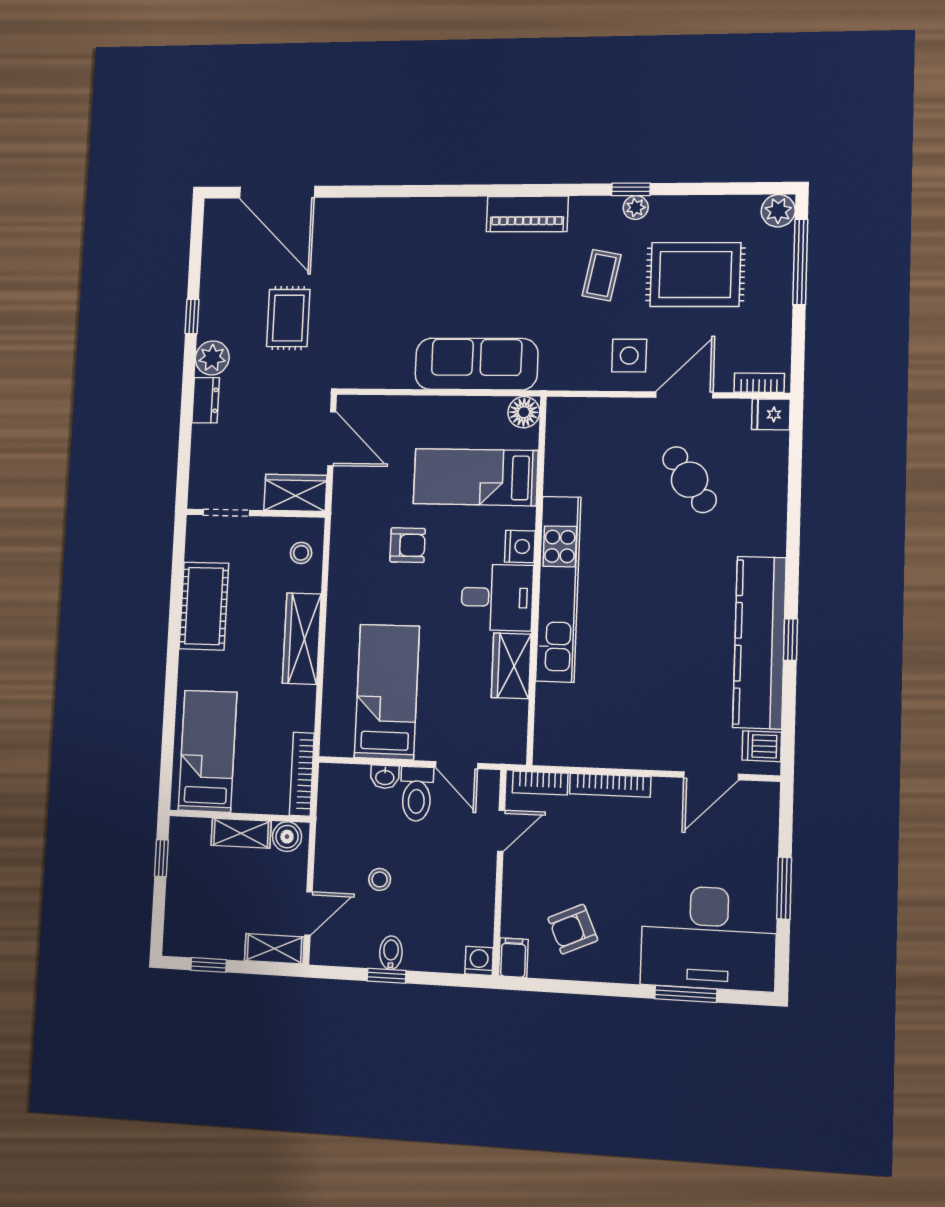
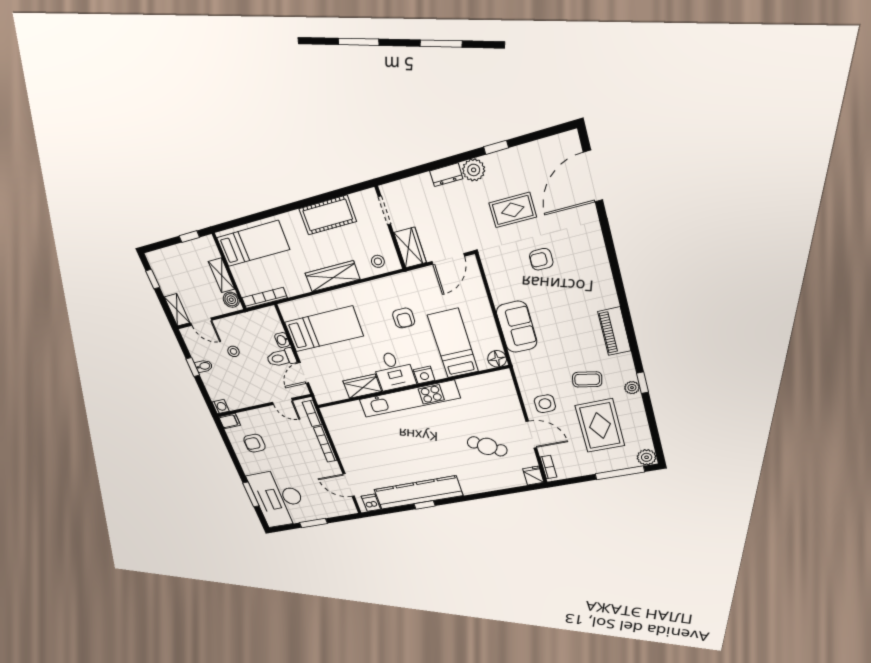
armchair: (376, 296) -> (541, 259), added
sofa: (476, 364) -> (517, 327), width x0.73
cafe table: (690, 480) -> (487, 446), turned 66
armchair: (573, 929) -> (254, 443), turned -66

